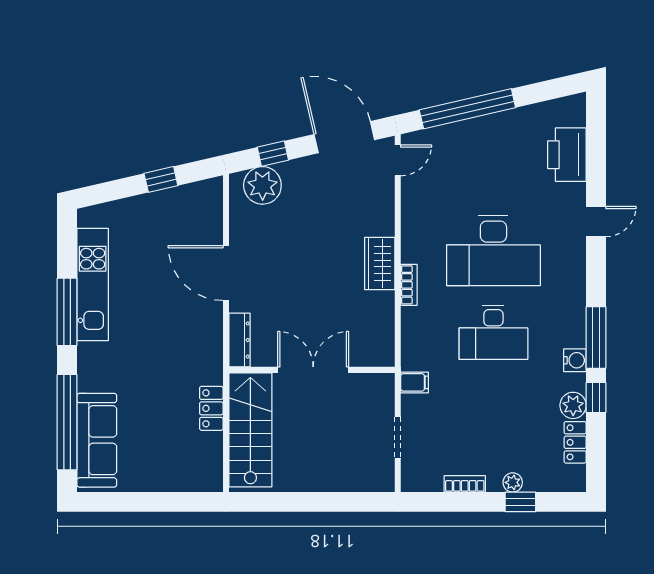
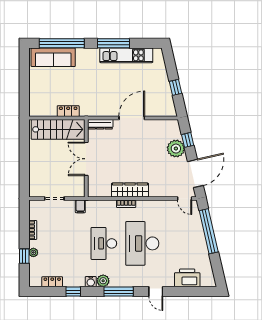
plant: (262, 185) -> (176, 149), moved
wardrobe: (380, 264) -> (130, 190), width x1.50
window: (596, 338) -> (119, 292), moved
double door: (313, 370) -> (86, 159), swing flipped
plant: (573, 405) -> (103, 281), moved

